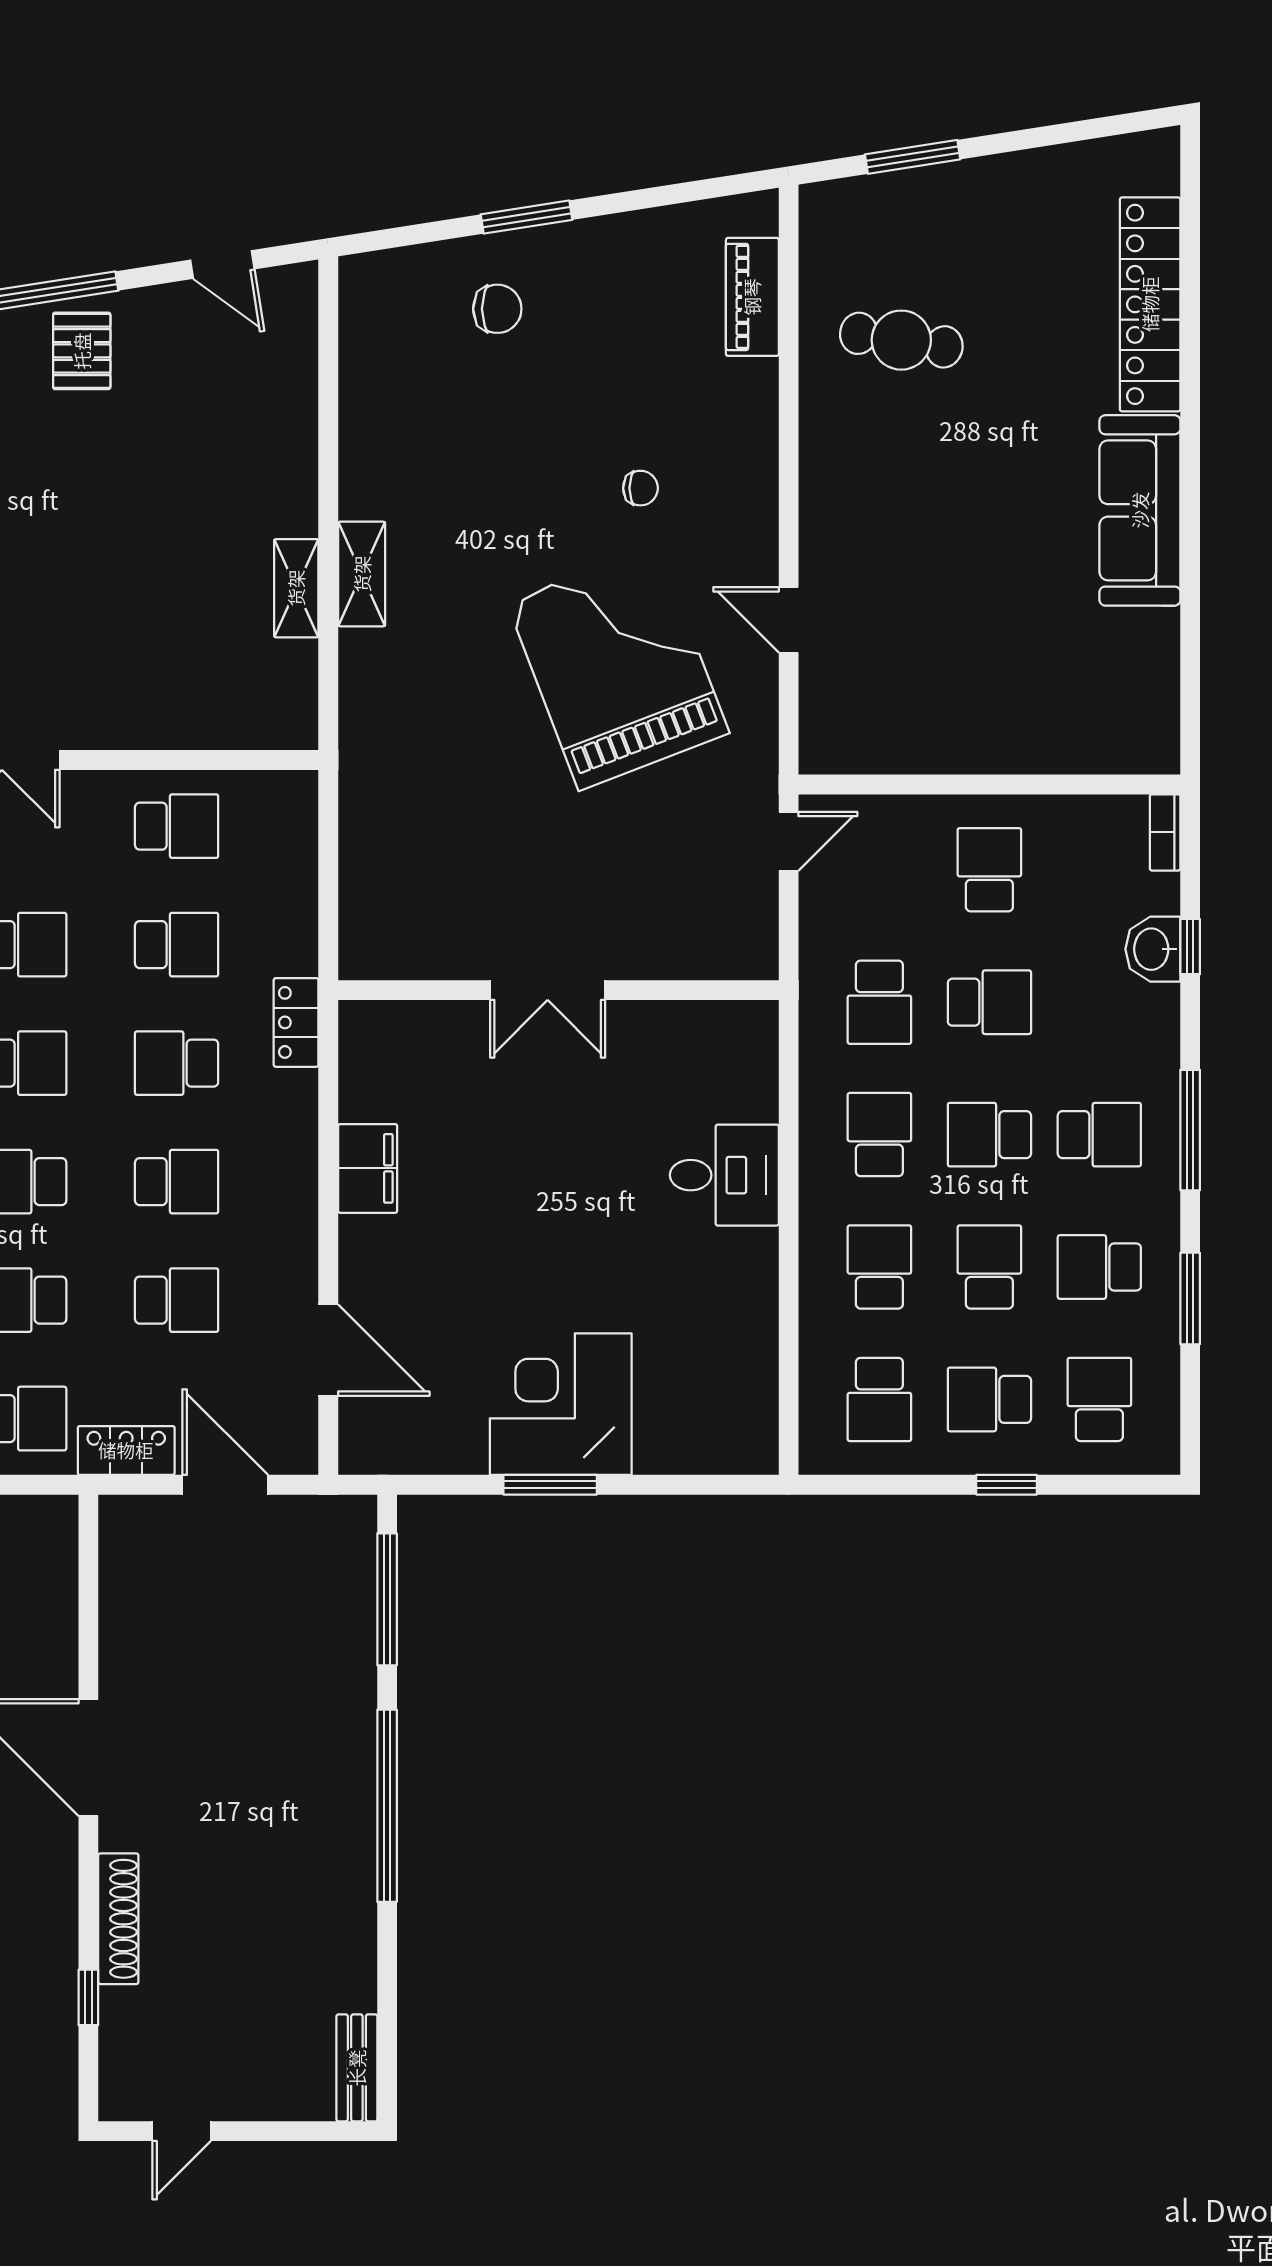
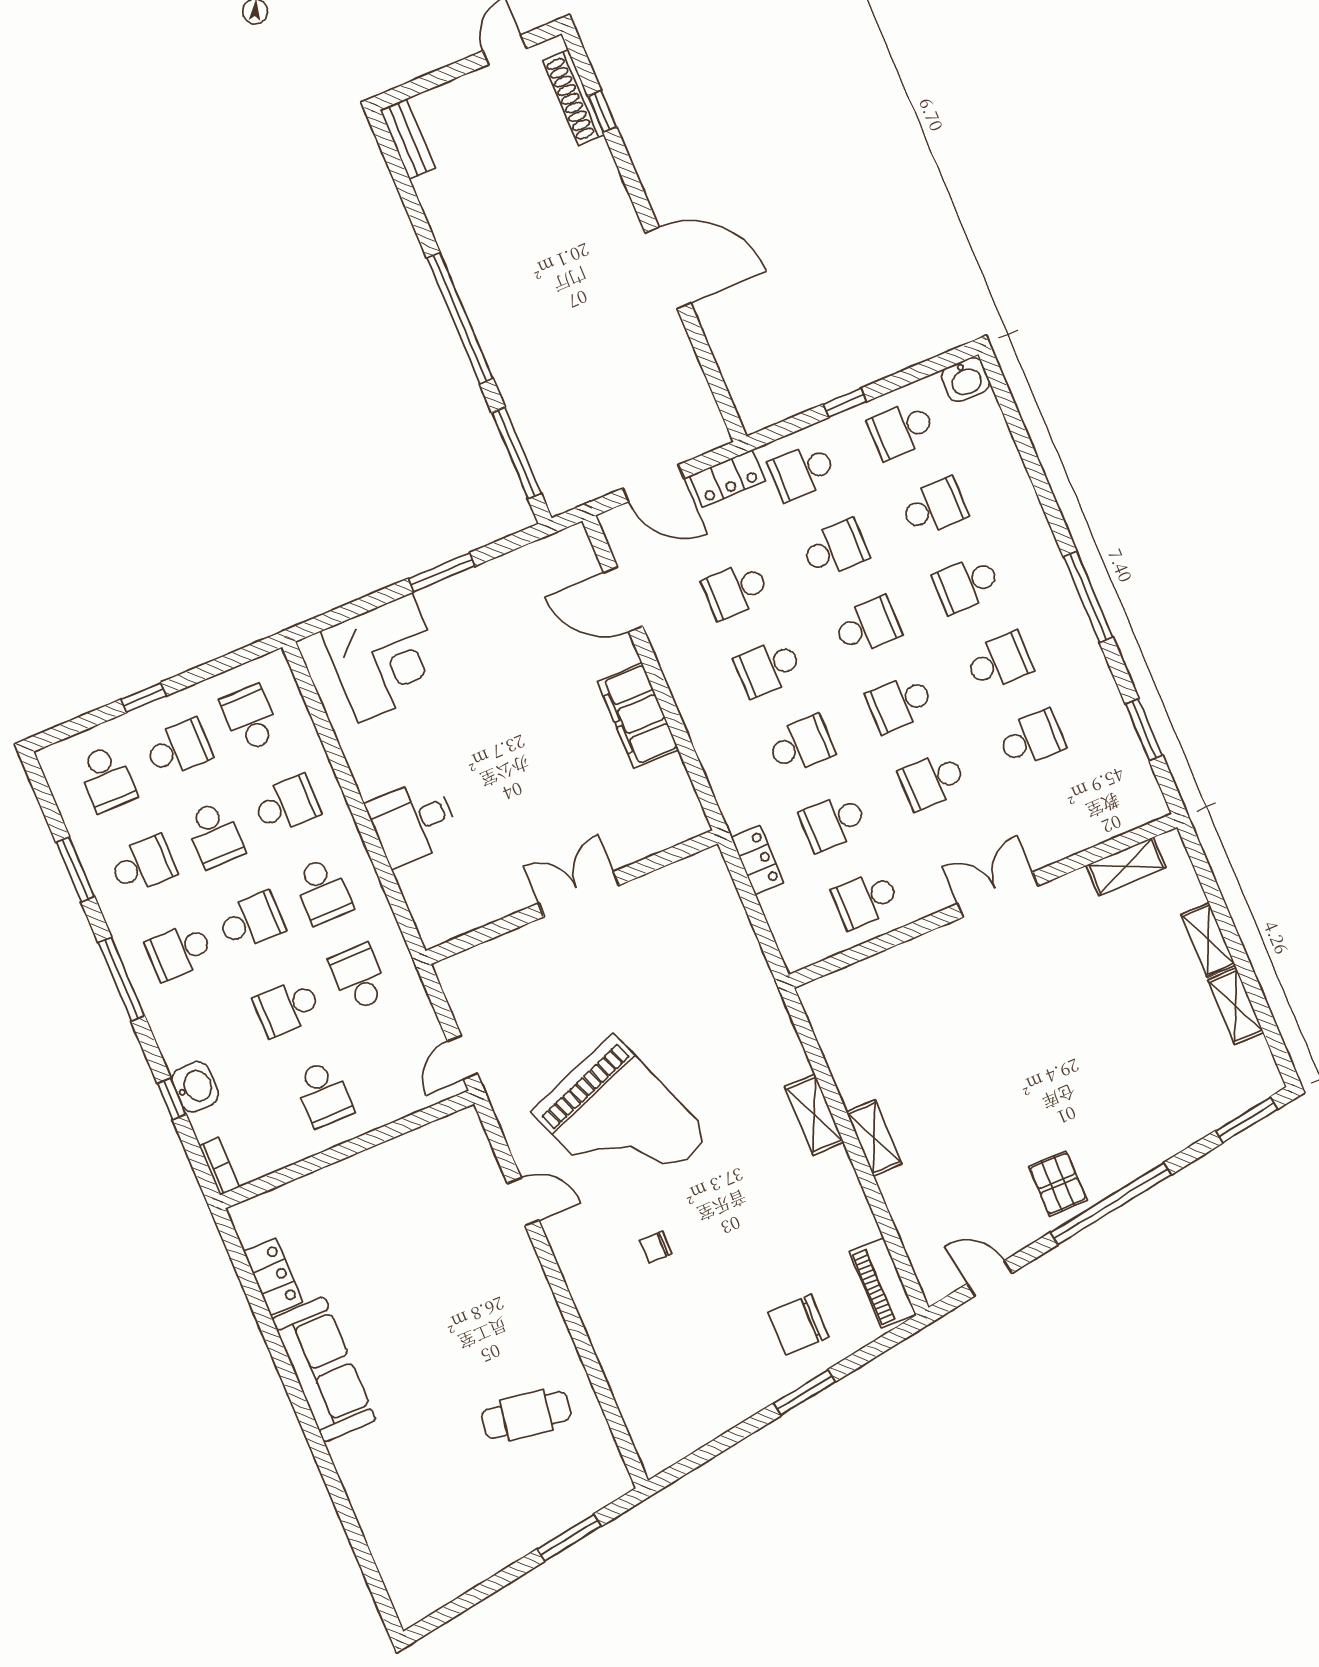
piano: (752, 297) -> (883, 1283), moved, turned 180
locker: (1150, 304) -> (273, 1277), moved, width x0.46, depth x0.83
chair: (497, 309) -> (798, 1325), width x1.37, depth x1.37
shelving: (296, 588) -> (874, 1138), moved
locker: (296, 1022) -> (757, 860), moved
filing cabinet: (368, 1168) -> (638, 715), width x1.50, depth x1.17
school desk: (879, 1267) -> (286, 805), turned -90
corner desk: (561, 1404) -> (385, 658), moved
shoe rack: (118, 1919) -> (573, 98), moved

